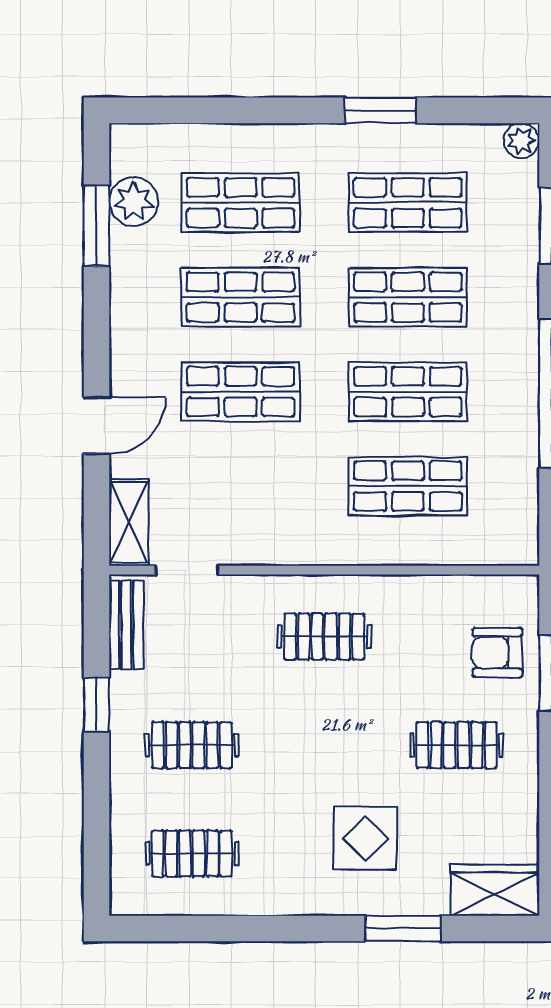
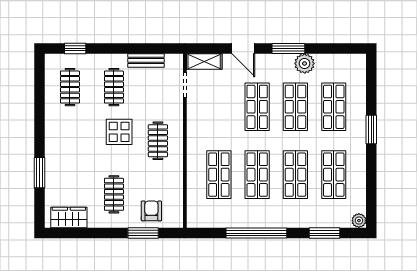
window: (380, 110) -> (371, 130), moved
plant: (134, 202) -> (305, 63), moved
window: (96, 226) -> (288, 48), moved
bench: (126, 625) -> (146, 60), moved
window: (96, 705) -> (75, 48), moved
display table: (365, 838) -> (119, 132), moved
wardrobe: (495, 890) -> (69, 217), moved, turned -90

